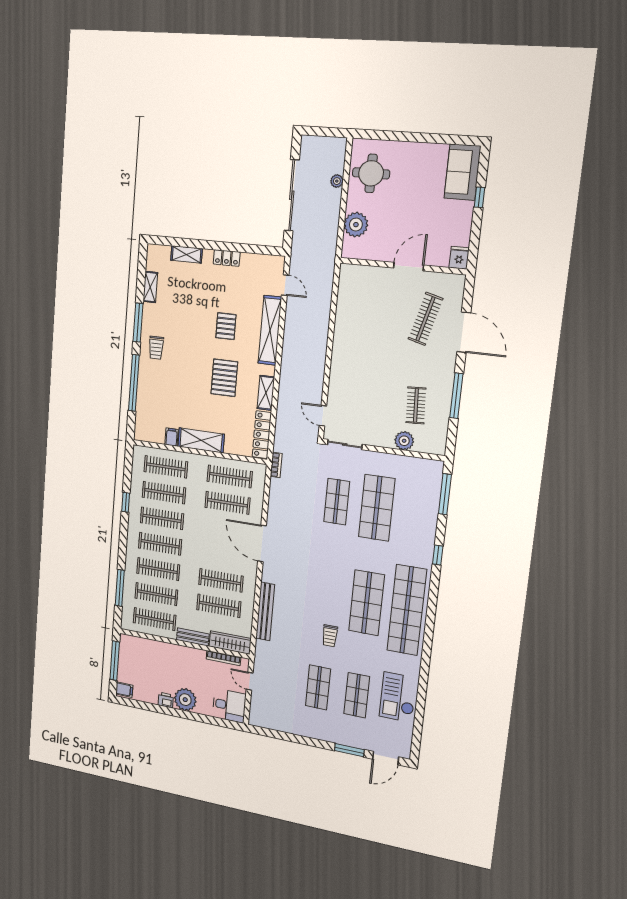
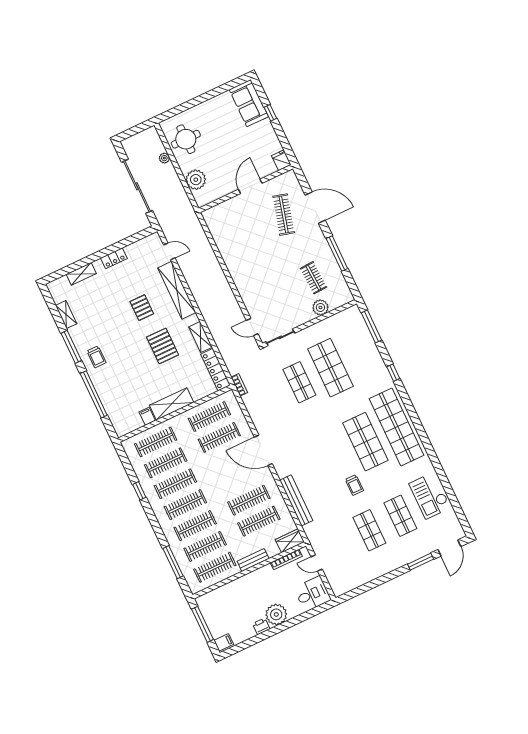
wardrobe: (230, 642) -> (290, 541), width x0.67

